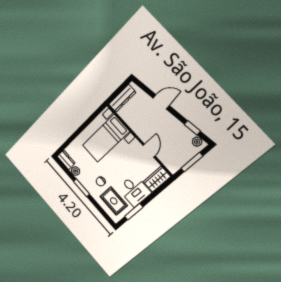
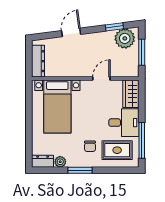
plant: (197, 142) -> (125, 38), width x1.88, depth x1.88
door: (149, 151) -> (101, 79), hinge flipped
window: (134, 212) -> (142, 140), width x1.44

